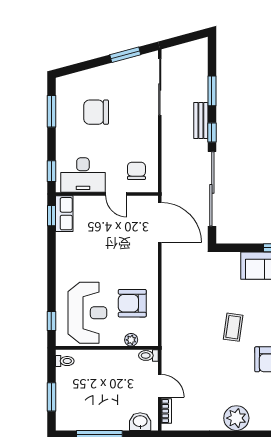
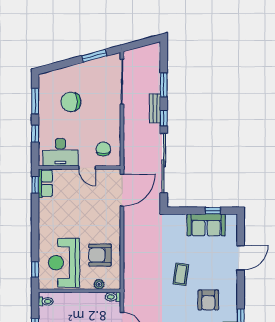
window: (51, 171) -> (35, 134), moved
door: (160, 222) -> (122, 190), hinge flipped
reception desk: (87, 313) -> (64, 263), turned 180

